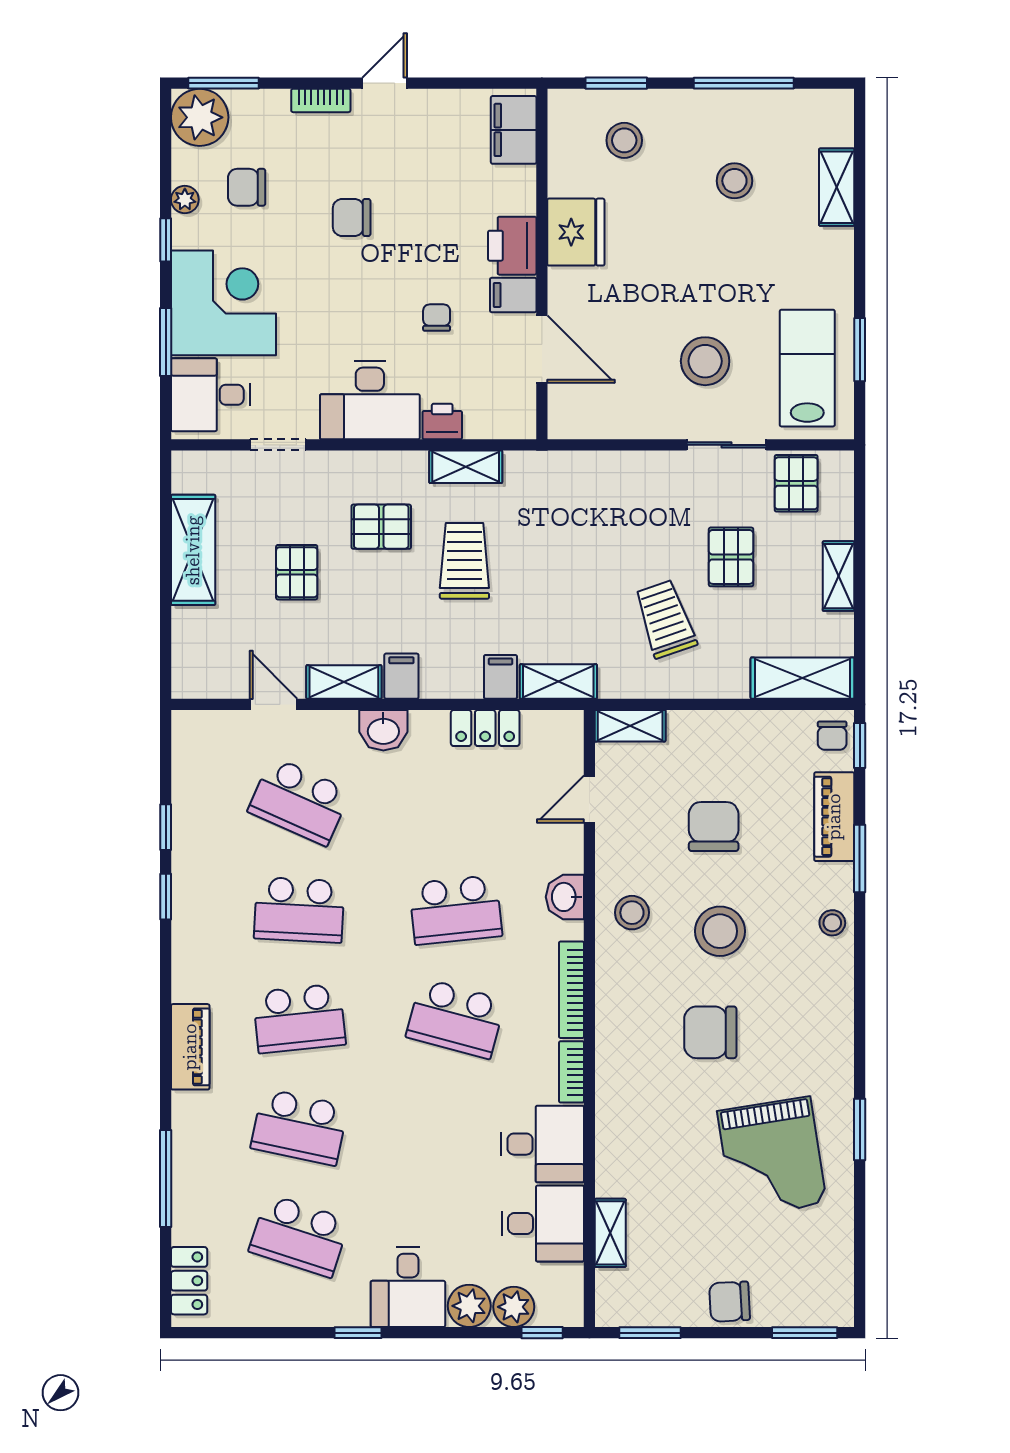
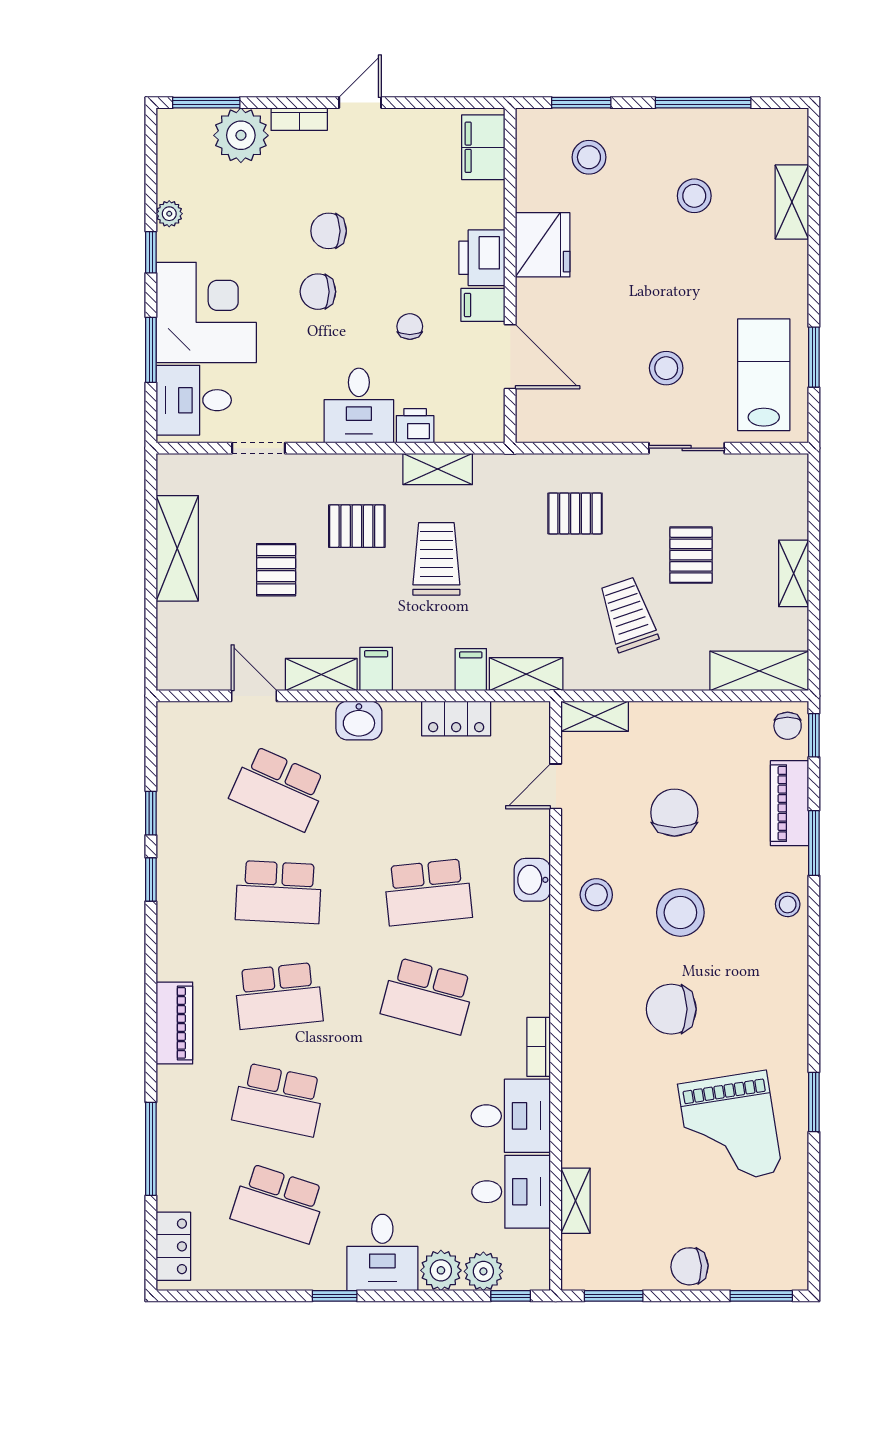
plant: (200, 117) -> (241, 135), moved
chair: (247, 187) -> (318, 292), moved
stool: (705, 361) -> (666, 368), width x0.73, depth x0.73
desk: (370, 400) -> (359, 405), width x0.73
pallet: (796, 483) -> (575, 513), moved, turned 90
bookcase: (571, 990) -> (539, 968), removed

